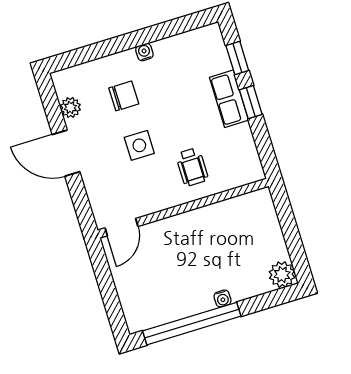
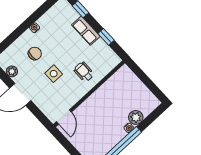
window: (251, 102) -> (106, 37), moved
wheelchair: (192, 167) -> (84, 72), turned 180
plant: (282, 275) -> (136, 117), moved

